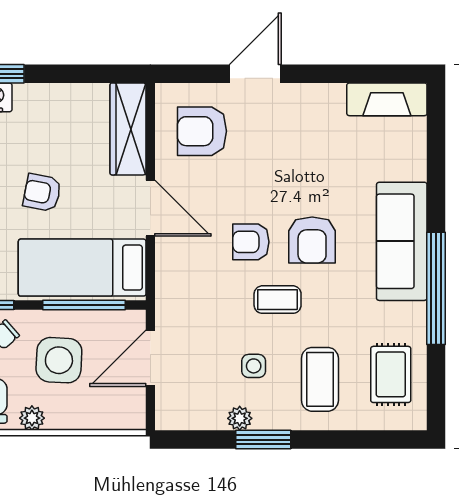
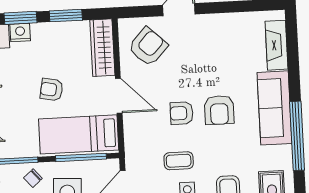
window: (71, 74) -> (66, 16), added
fireplace: (387, 99) -> (277, 45), moved, turned 90
armchair: (202, 131) -> (148, 47), turned 133
coffee table: (278, 300) -> (179, 161), moved

